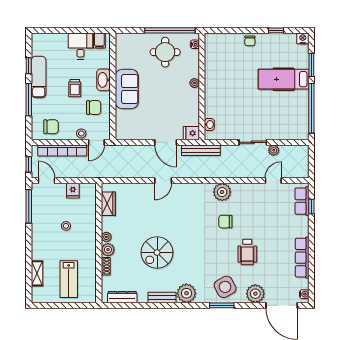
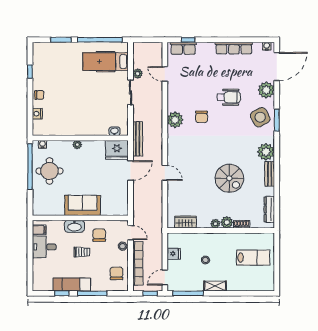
nightstand: (303, 38) -> (37, 114), moved
hospital bed: (284, 79) -> (106, 62), moved, turned 90
fridge: (191, 133) -> (117, 150), width x1.88, depth x1.34
shelving: (37, 273) -> (215, 286), moved

